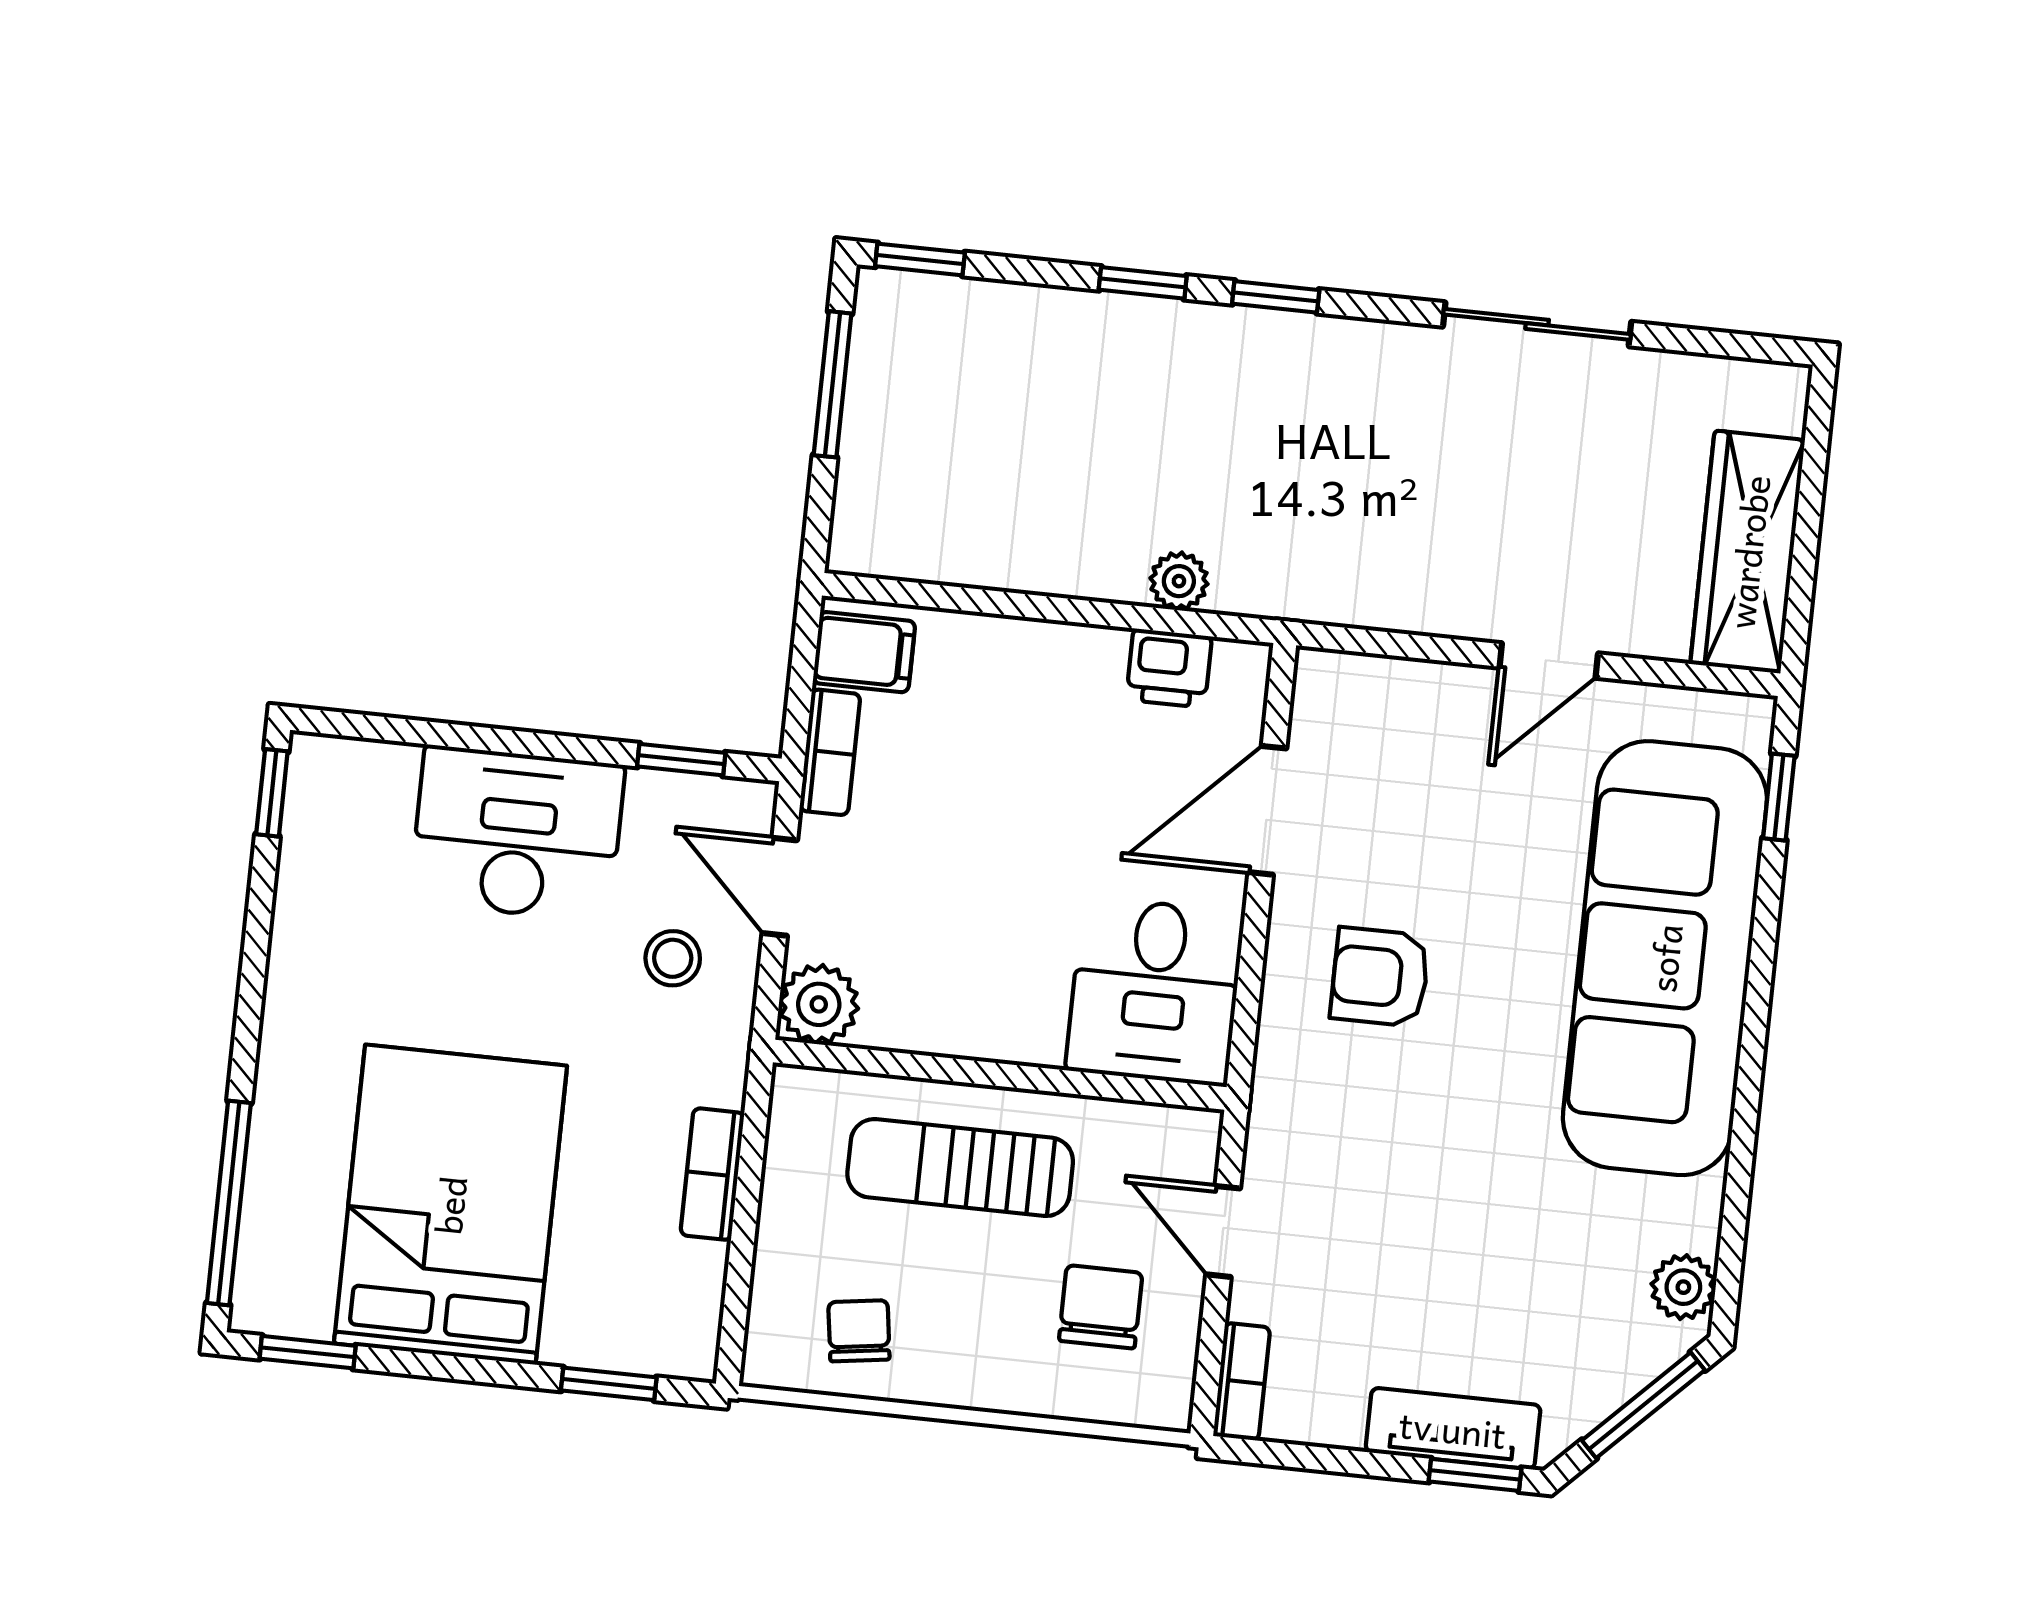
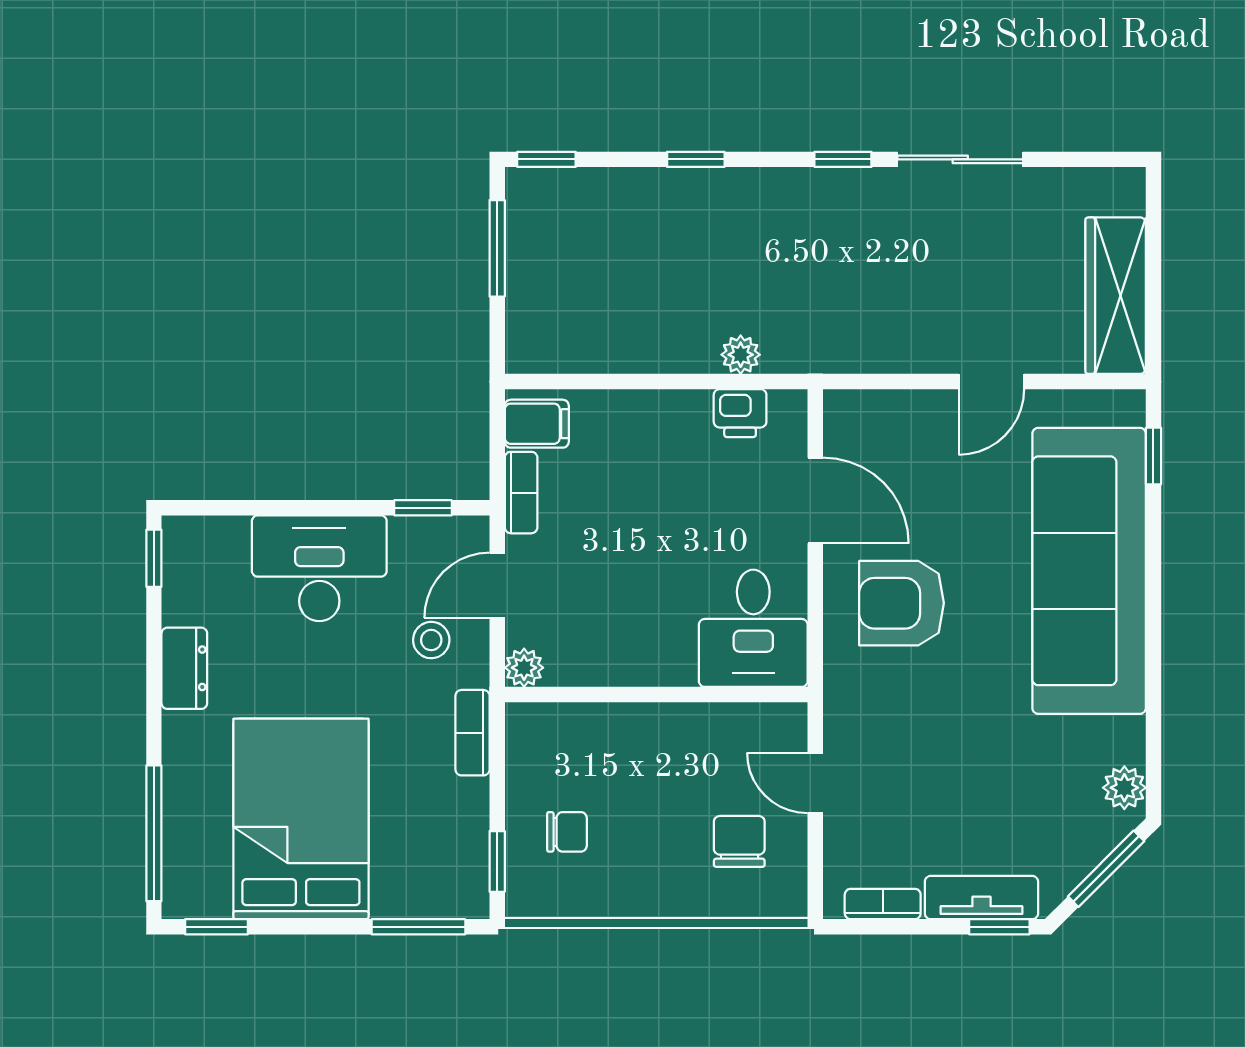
window: (1276, 297) -> (843, 159), moved
door: (1267, 810) -> (815, 501), swing flipped
door: (780, 887) -> (497, 585), hinge flipped
dresser: (300, 962) -> (184, 668), added
armchair: (1380, 977) -> (902, 603), width x1.38, depth x1.38
plant: (819, 1004) -> (524, 668), width x0.73, depth x0.73
sun lounger: (960, 1168) -> (636, 759), removed
bookcase: (712, 1174) -> (473, 733), moved
window: (736, 1299) -> (497, 861), added
chair: (859, 1331) -> (567, 832), moved, turned 98
bookcase: (1242, 1382) -> (883, 904), moved, turned -90
window: (609, 1384) -> (418, 927), width x1.50

